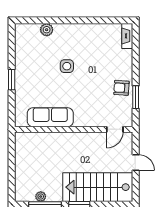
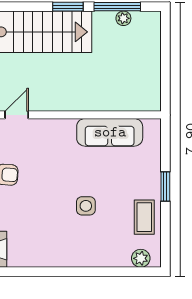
plant: (47, 30) -> (141, 258), moved
coffee table: (26, 58) -> (144, 217), added

